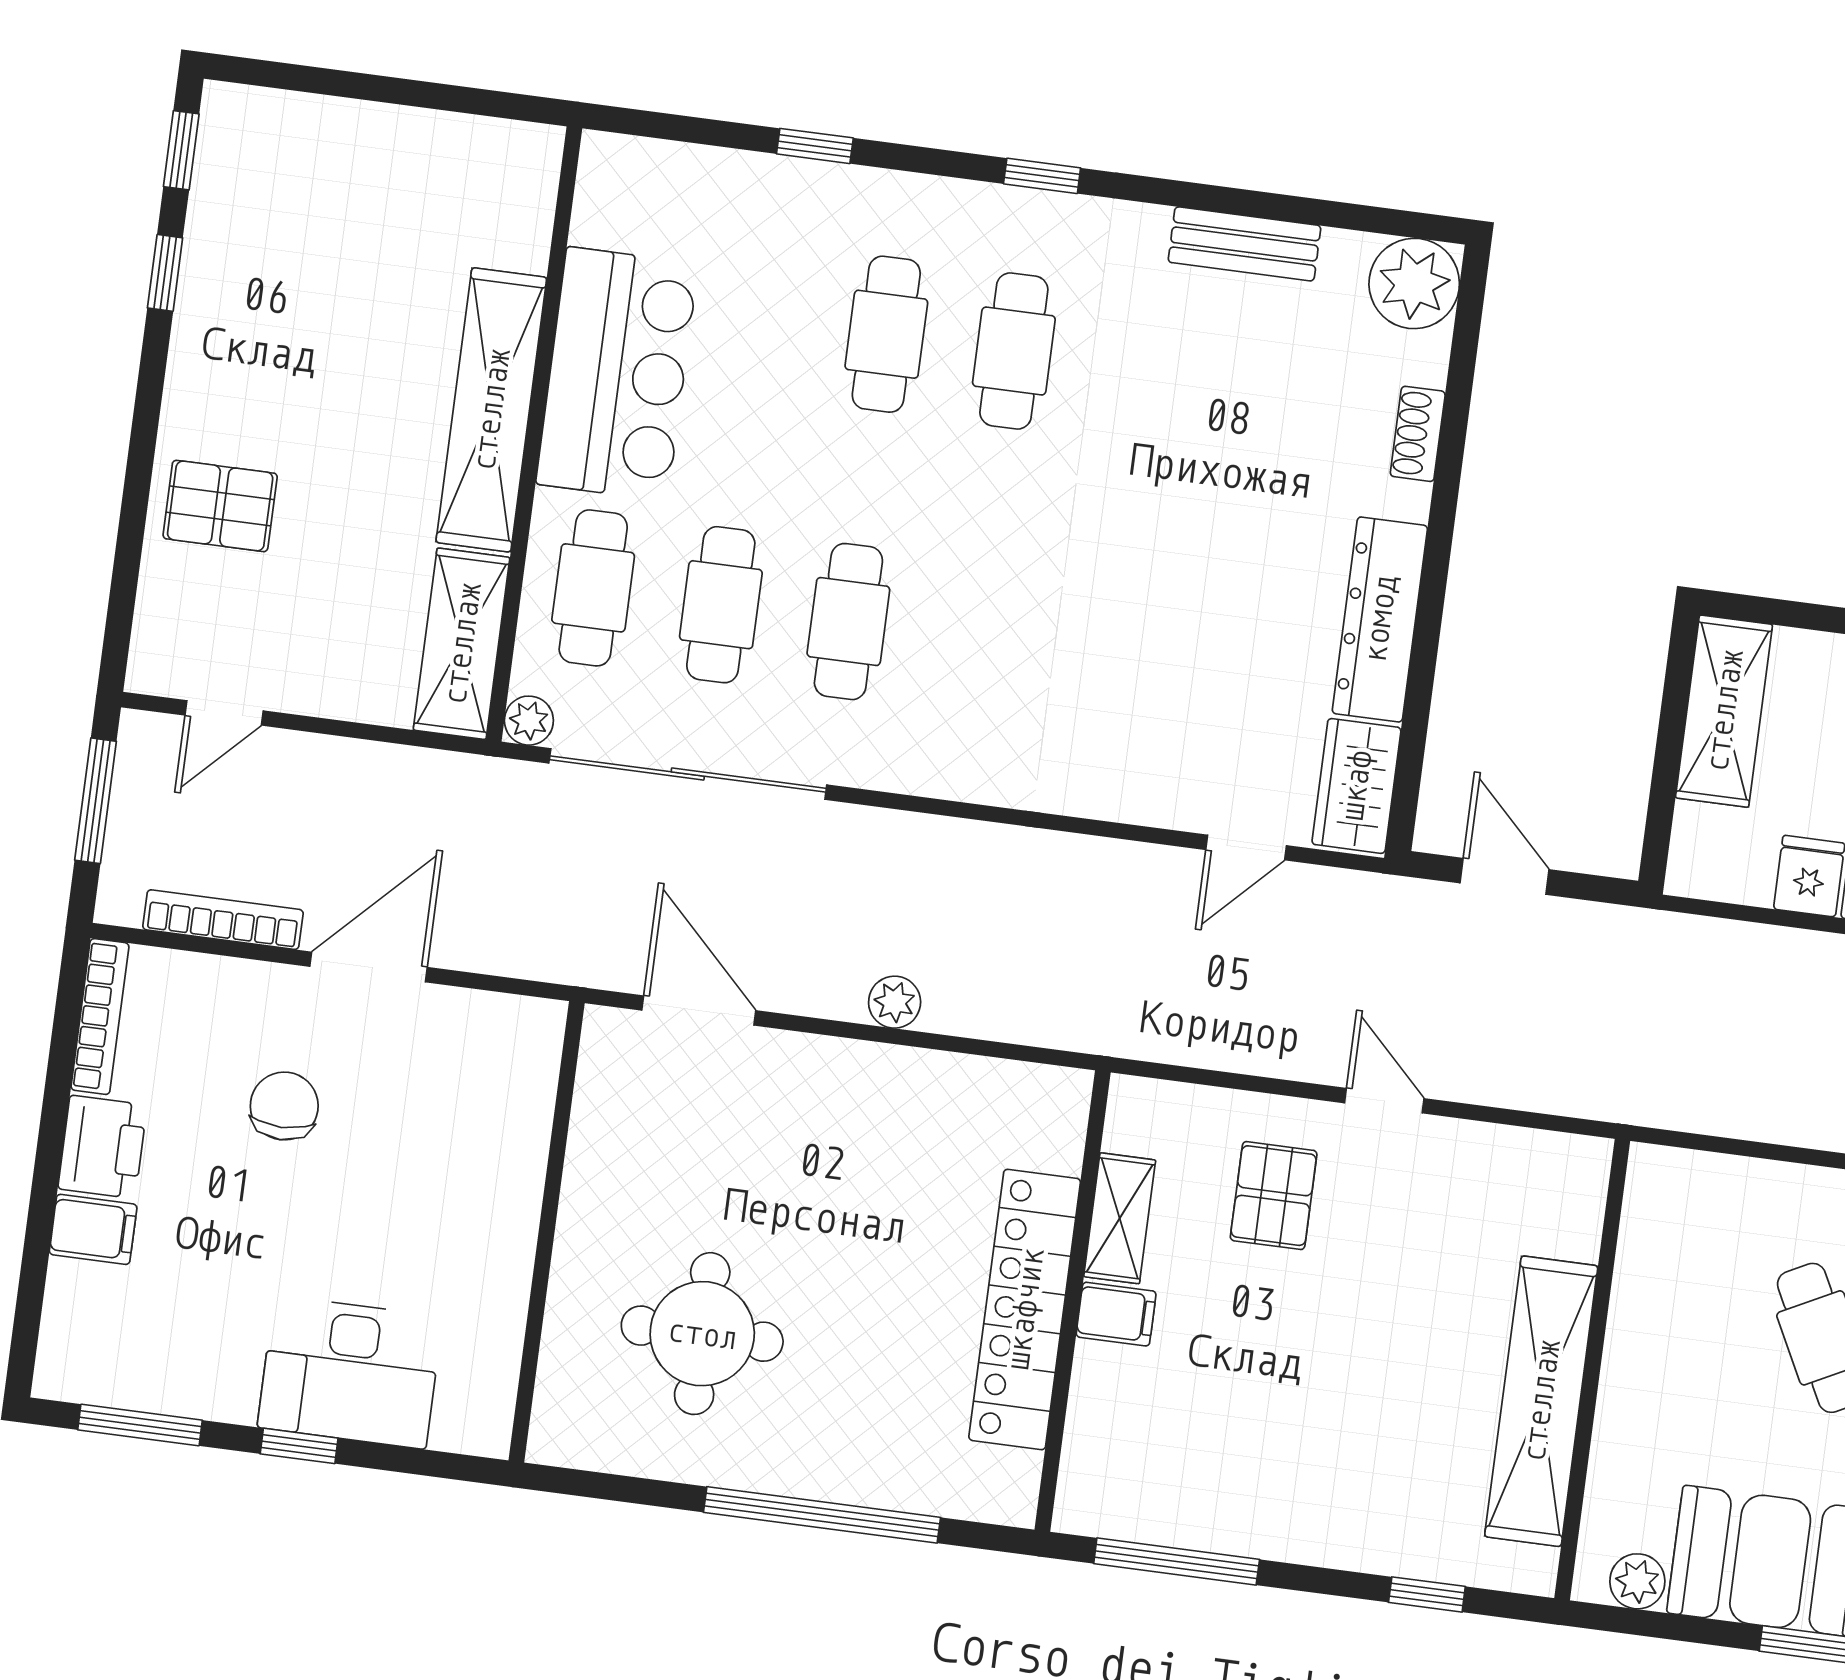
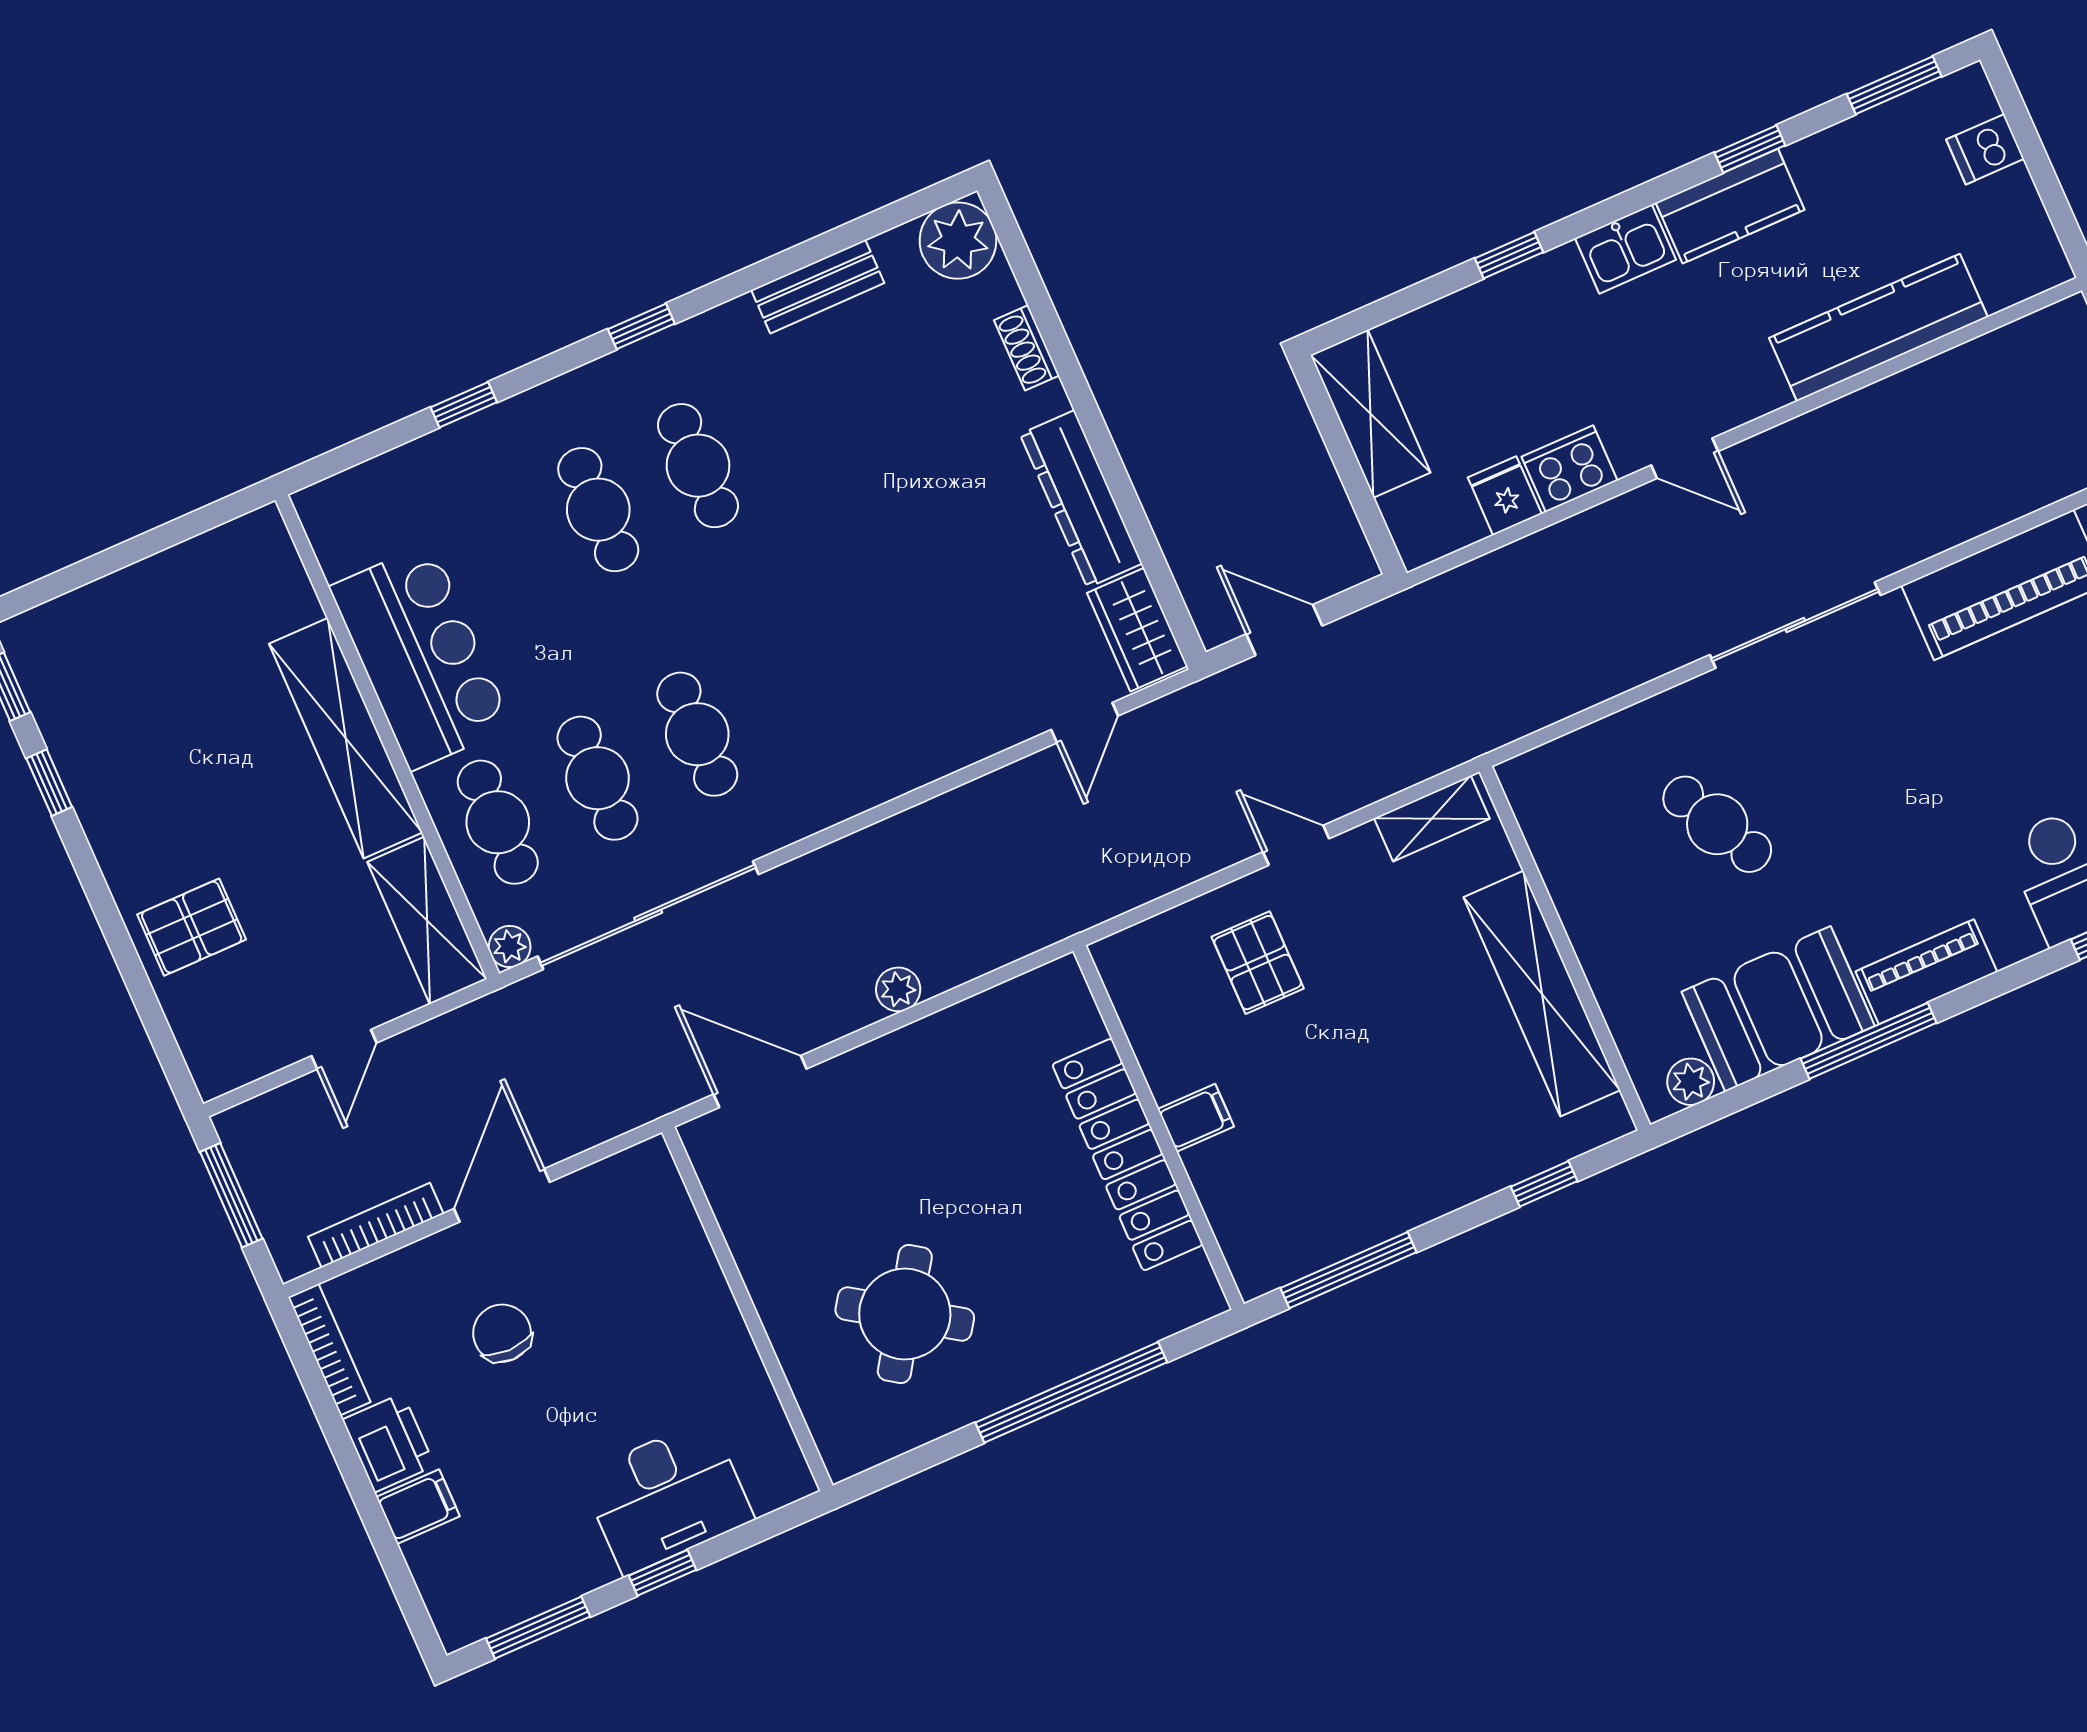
door: (224, 713) -> (344, 1049), moved
shelving: (1120, 1218) -> (1432, 818), moved, turned 90
round table: (702, 1334) -> (905, 1314), turned 34

